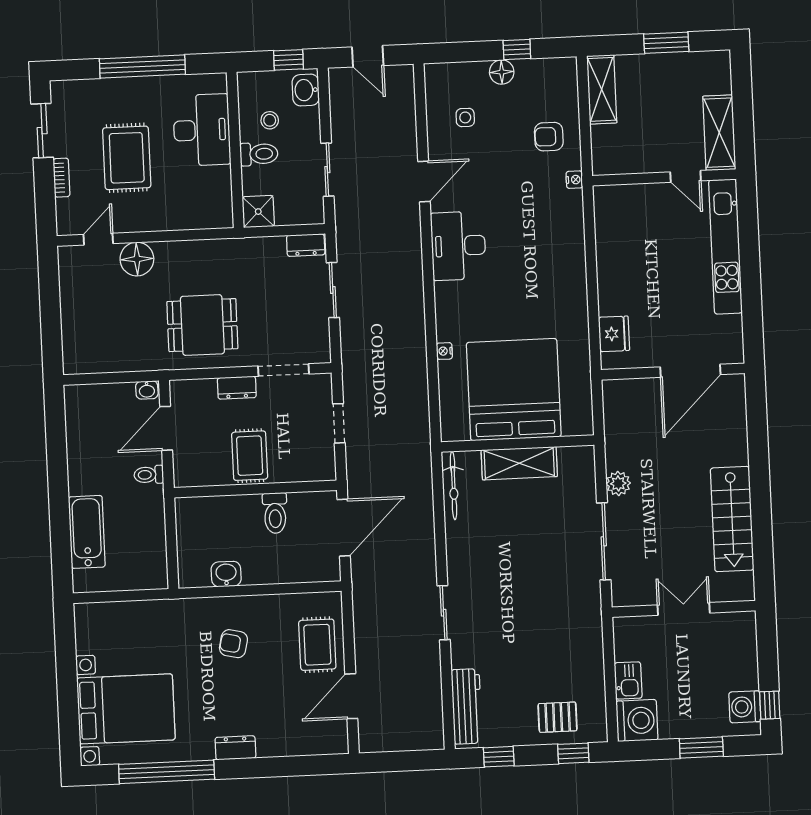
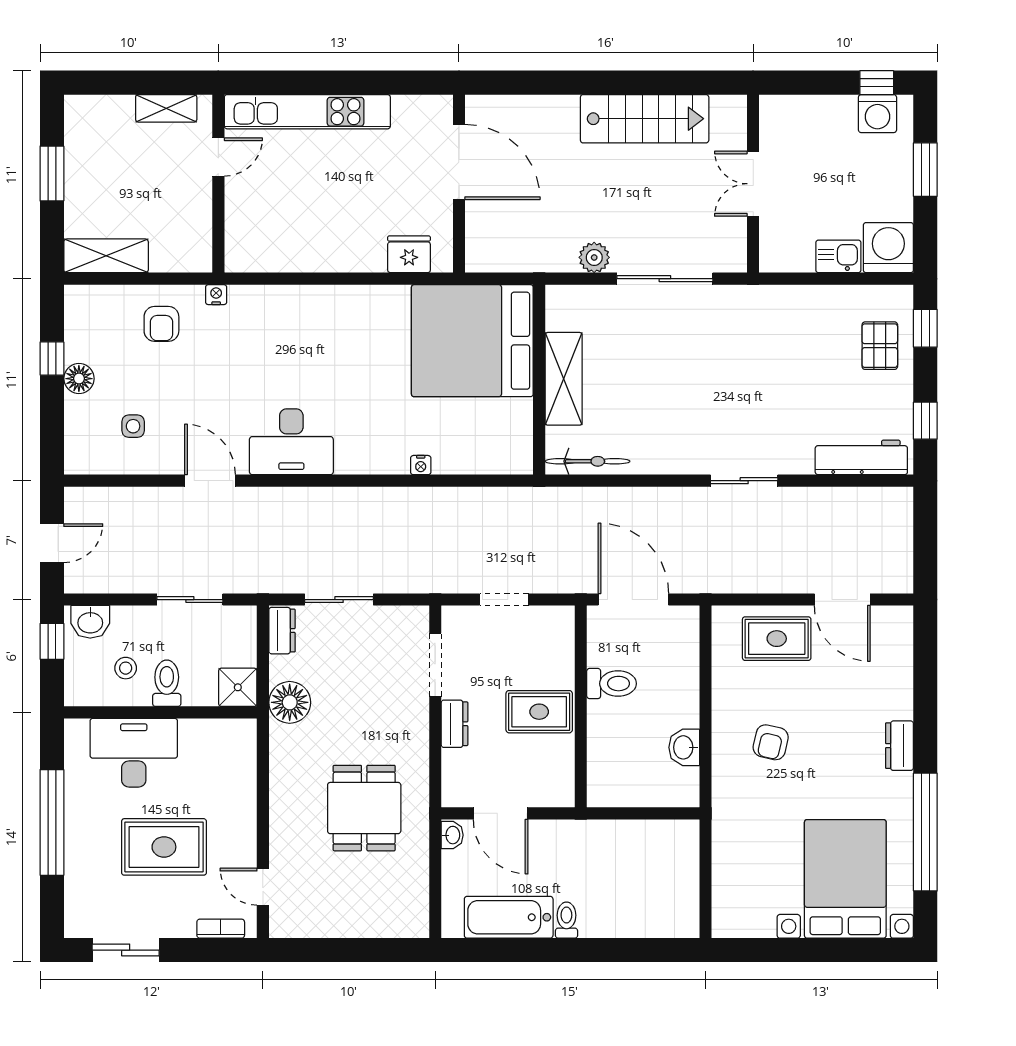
shelving: (719, 133) -> (166, 108), width x0.67, depth x0.75
bookcase: (62, 178) -> (221, 929), moved
floor lamp: (137, 259) -> (290, 702), moved
dining table: (202, 325) -> (364, 808), moved
bed: (514, 390) -> (472, 341), moved
toilet: (149, 475) -> (566, 920), moved, turned 180
bathtub: (87, 532) -> (509, 917), moved

